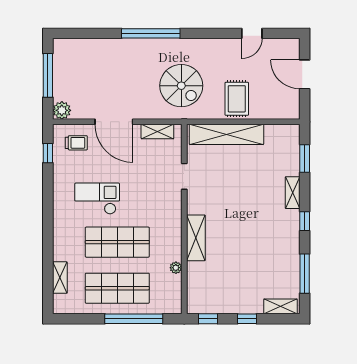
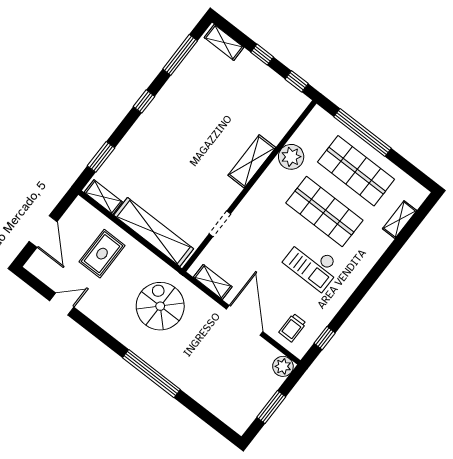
window: (48, 75) -> (271, 407), width x0.69
rug: (237, 99) -> (102, 254), moved
trolley: (76, 143) -> (292, 328), turned -90
shelving: (293, 193) -> (103, 197), moved, turned 90
plant: (176, 268) -> (291, 157), width x1.87, depth x1.87

